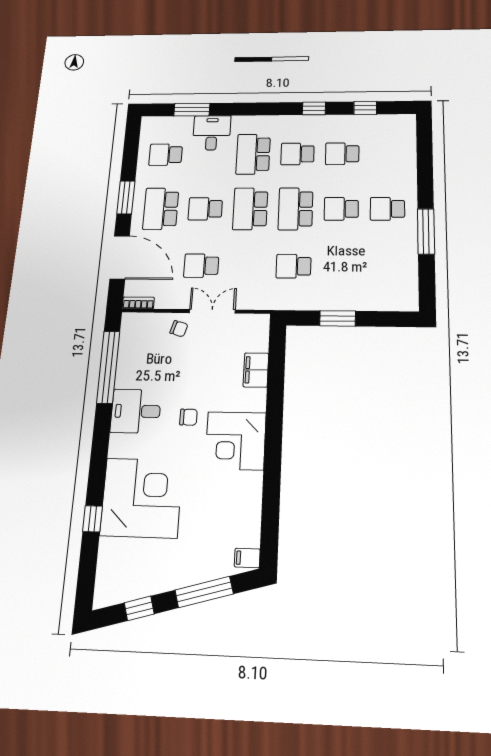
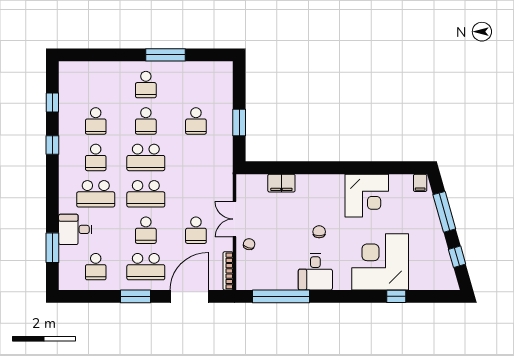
school desk: (294, 266) -> (196, 121), moved
bookcase: (138, 303) -> (228, 271), width x1.56
corner desk: (236, 441) -> (367, 196), moved

